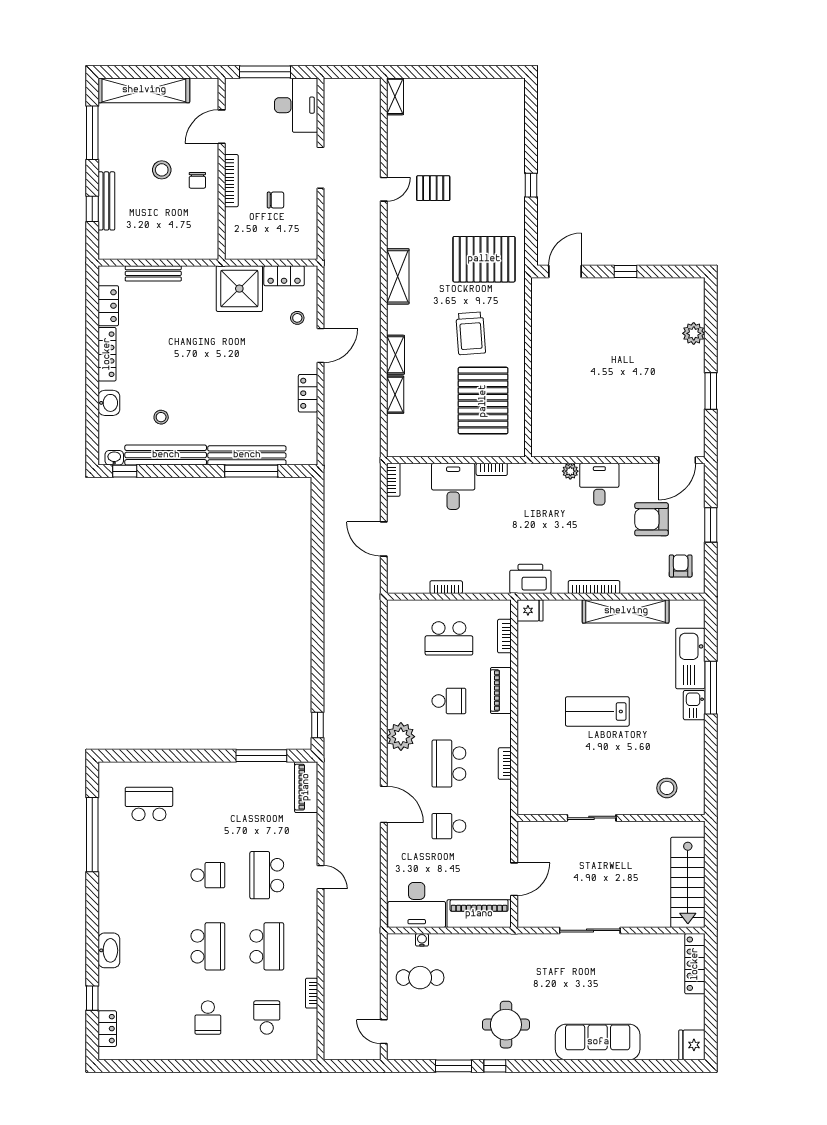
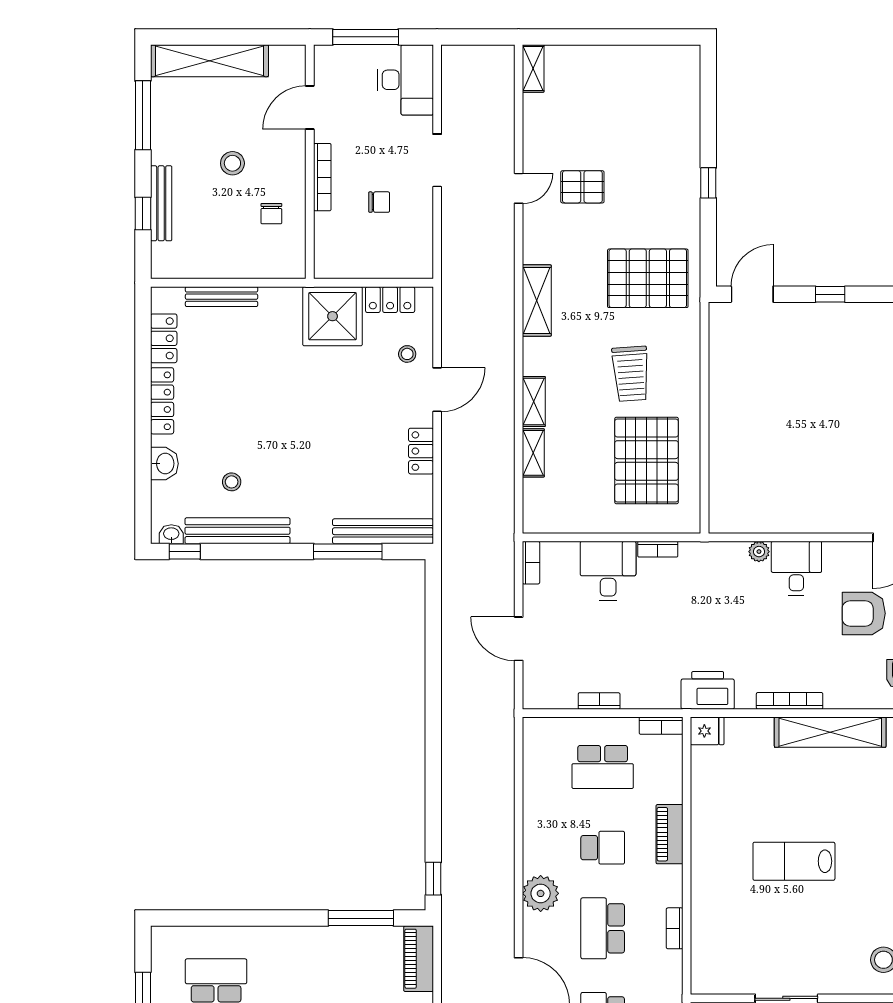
chair: (197, 180) -> (271, 214), moved
bench: (247, 455) -> (383, 531), moved
bookcase: (504, 636) -> (661, 726), moved, turned -90

